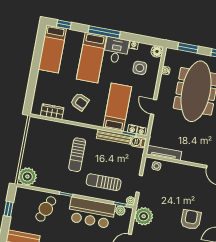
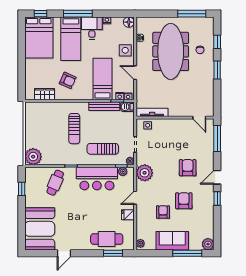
window: (188, 48) -> (156, 14), removed
bed: (52, 49) -> (39, 37), width x1.50
side table: (140, 68) -> (125, 50), moved

